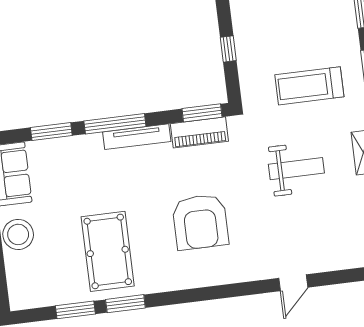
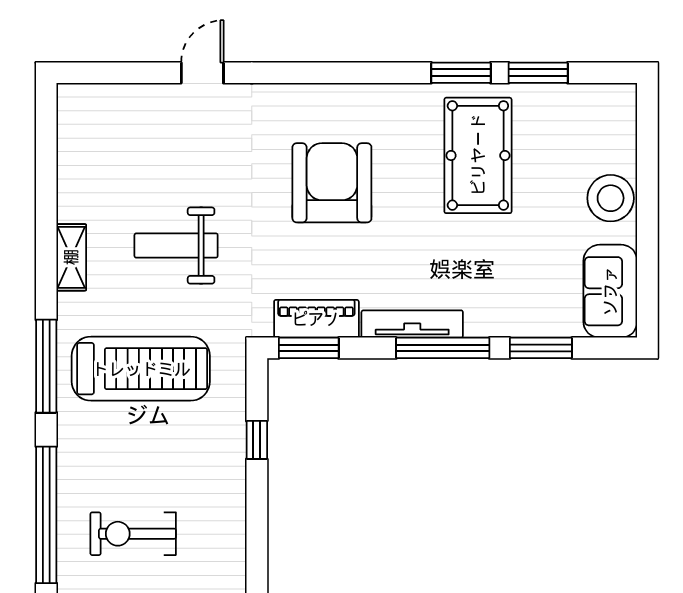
treadmill: (309, 86) -> (141, 369), width x1.37, depth x1.38

